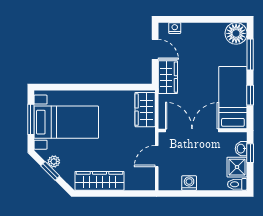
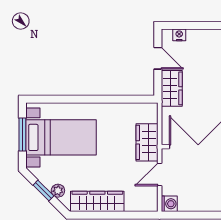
wardrobe: (145, 110) -> (147, 142), moved
plant: (54, 161) -> (58, 191), moved
washing machine: (189, 183) -> (169, 204), moved, turned 90

